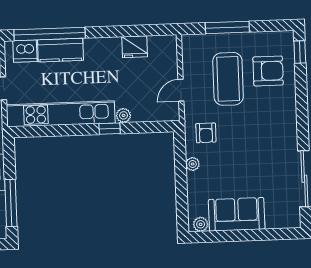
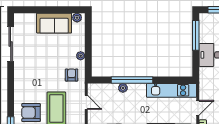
door: (181, 90) -> (86, 102), hinge flipped
kitchen unit: (61, 114) -> (172, 90), width x0.73
window: (110, 129) -> (132, 80), width x3.17

